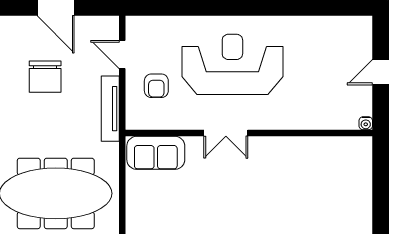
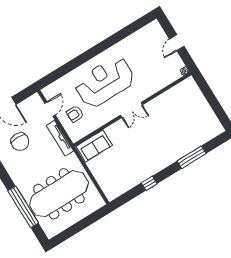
door: (122, 55) -> (50, 109), swing flipped
armchair: (156, 86) -> (75, 114), turned 90
double door: (226, 133) -> (131, 110), moved

